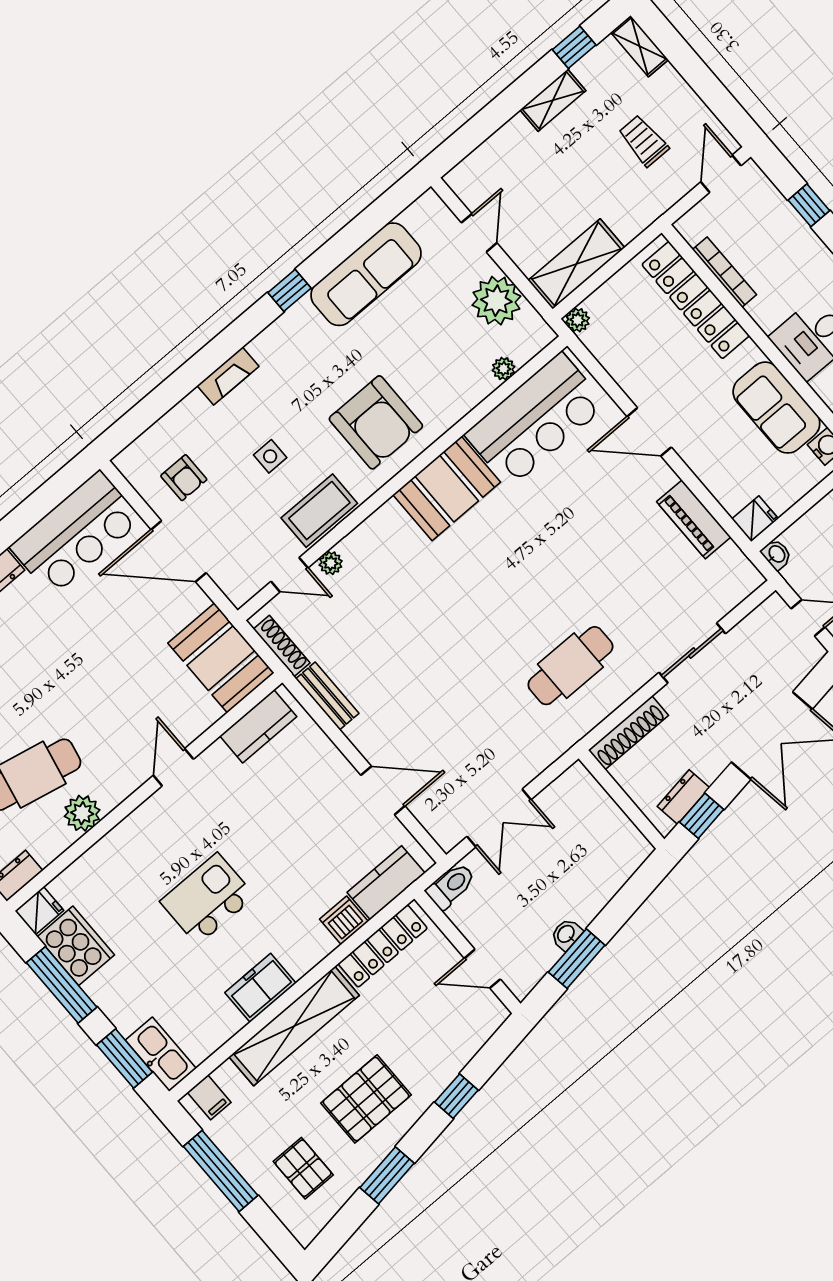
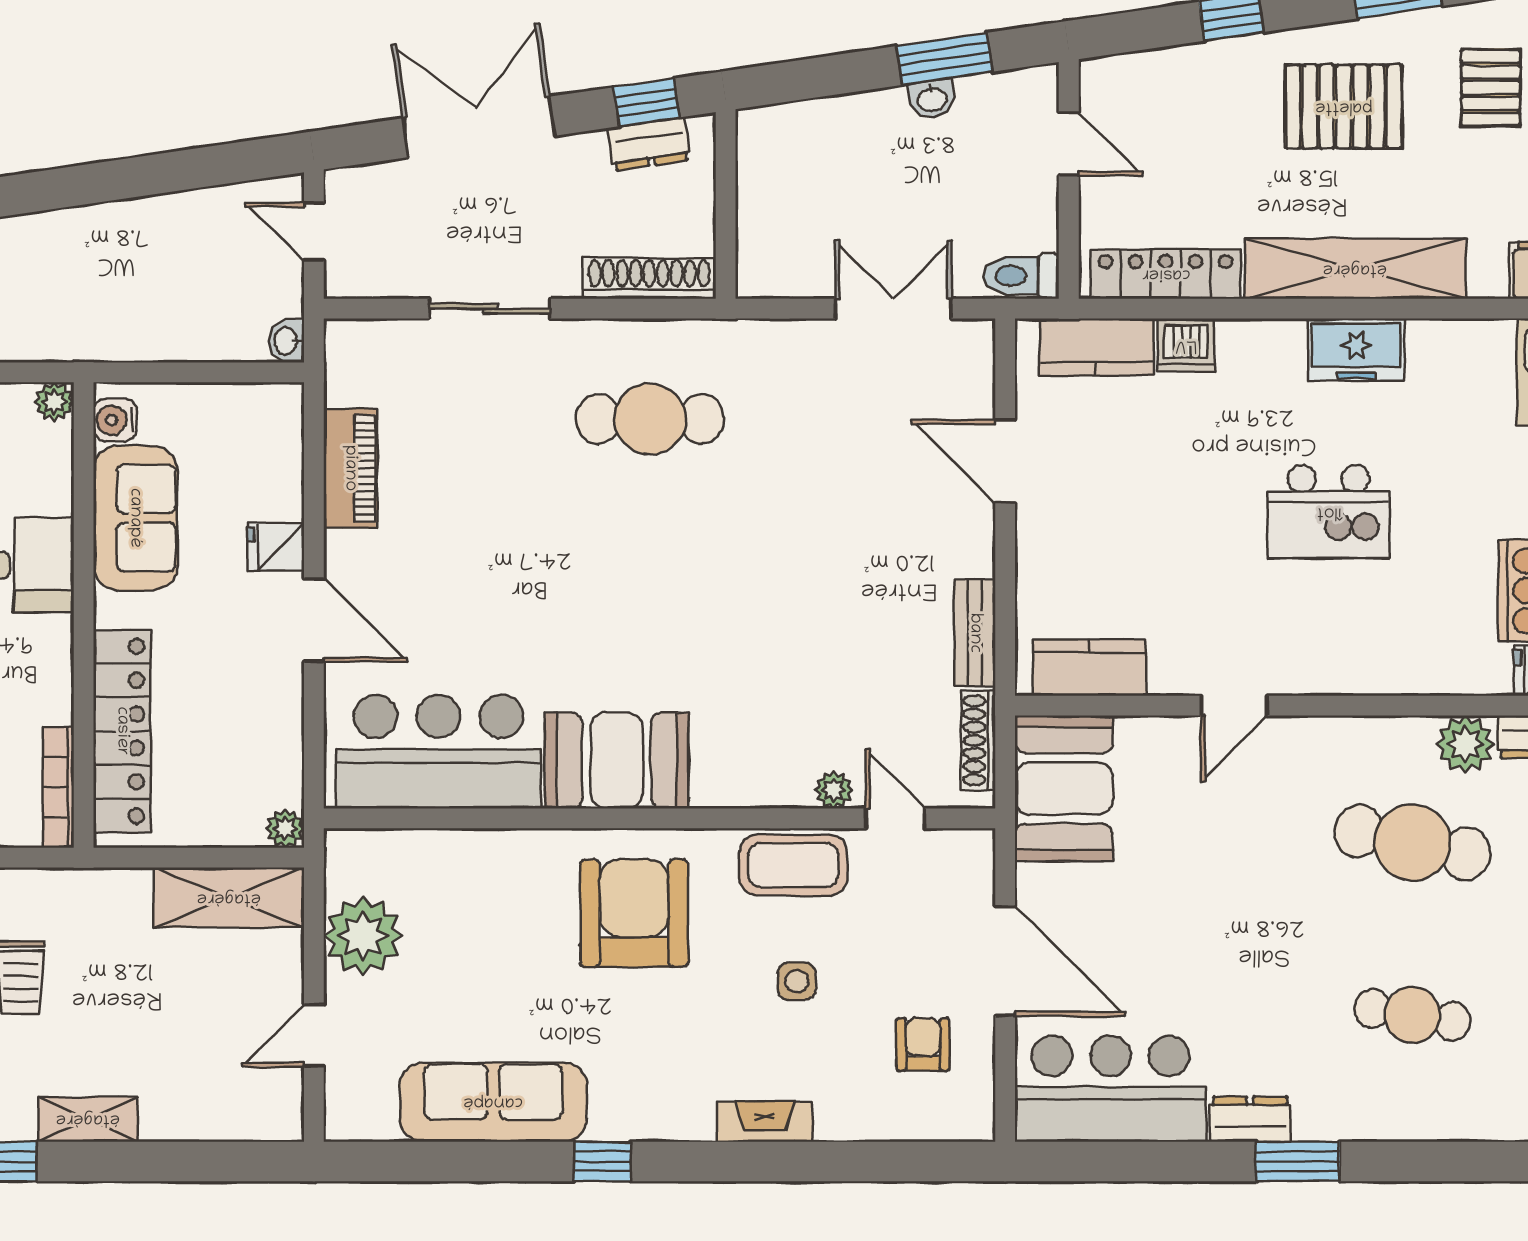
bookcase: (725, 272) -> (58, 787), moved
plant: (504, 369) -> (425, 846), removed
fridge: (755, 519) -> (276, 547), moved
plant: (82, 813) -> (1465, 744), moved

